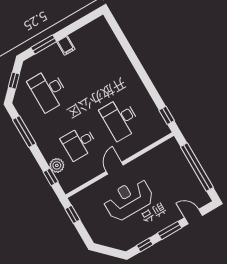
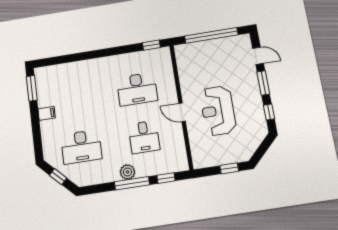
window: (44, 45) -> (32, 88), moved
window: (24, 132) -> (132, 183), moved
plant: (57, 165) -> (127, 172), moved
window: (72, 214) -> (229, 168), moved
door: (193, 217) -> (258, 56), swing flipped

